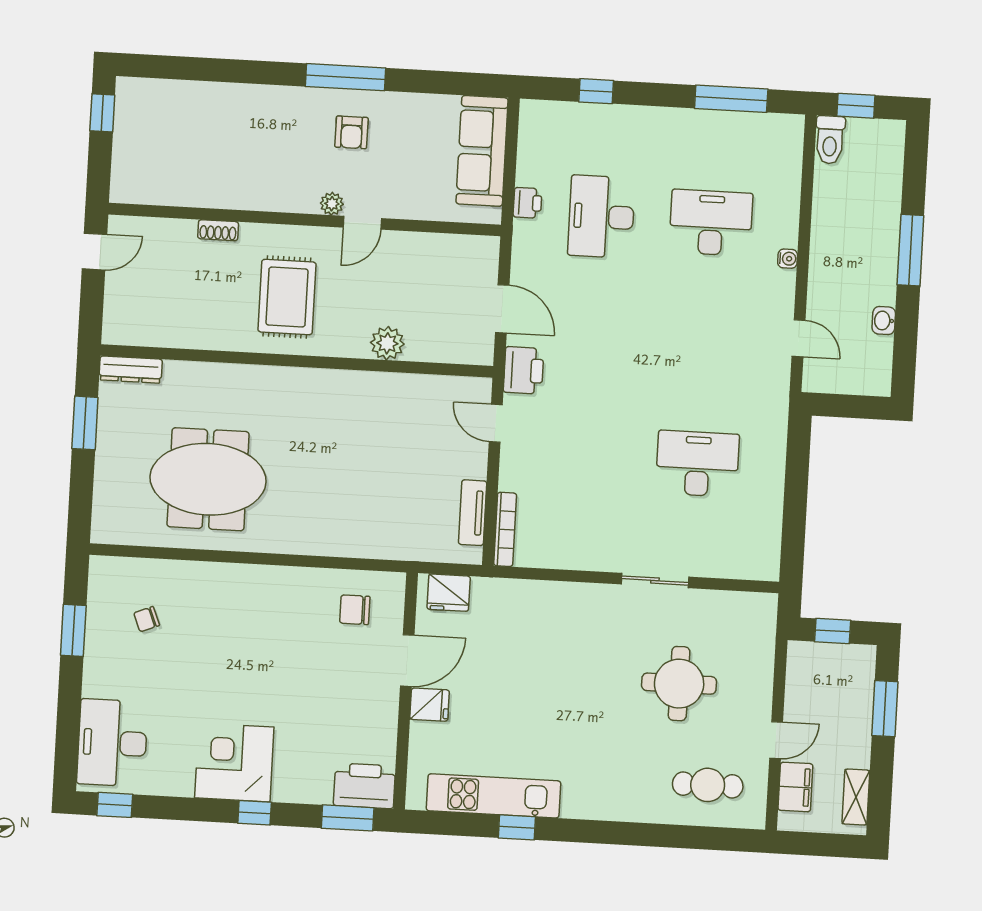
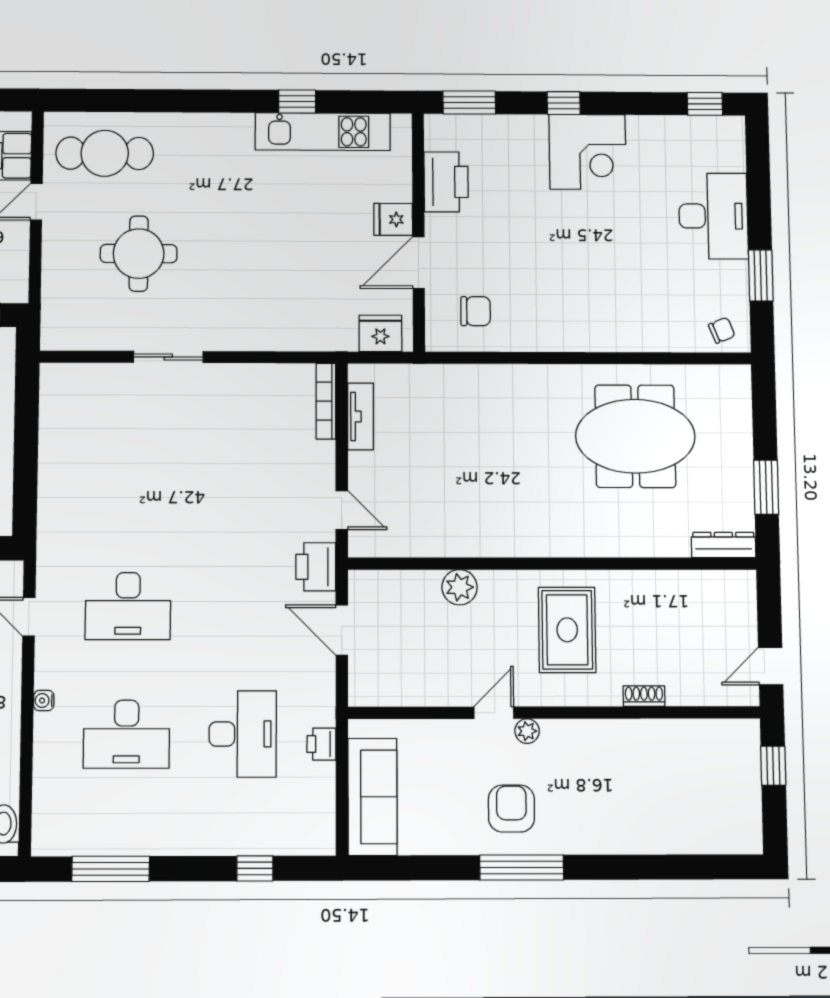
window: (102, 113) -> (773, 766), moved
armchair: (351, 132) -> (511, 809), width x1.38, depth x1.38
desk: (697, 464) -> (128, 606), moved
chair: (147, 619) -> (722, 330), moved
desk: (112, 743) -> (713, 216), moved
cafe table: (708, 785) -> (105, 153), width x1.37, depth x1.35
printer: (364, 786) -> (446, 182), moved, turned -90

